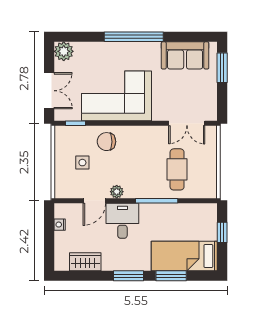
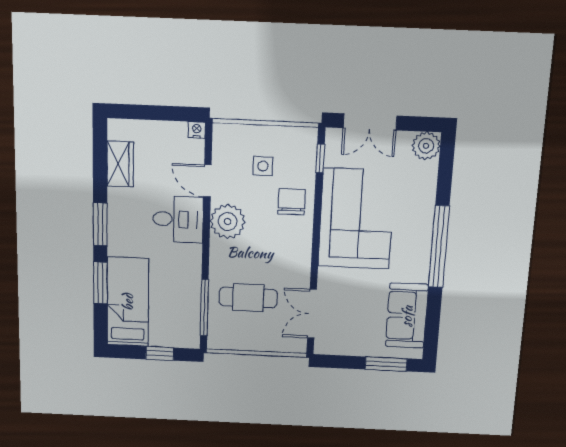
plant: (117, 192) -> (228, 222), width x1.87, depth x1.87
window: (157, 201) -> (204, 308), moved
nightstand: (60, 225) -> (197, 130), moved

